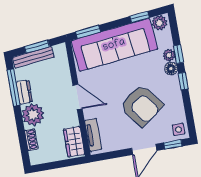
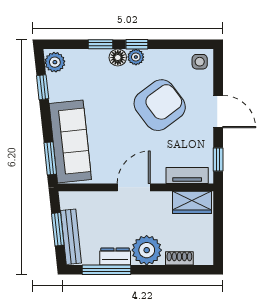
sofa: (114, 45) -> (70, 142), width x0.74, depth x0.79
plant: (169, 55) -> (136, 57), moved
window: (173, 144) -> (218, 160), moved

